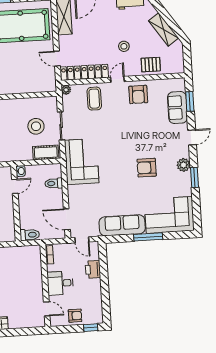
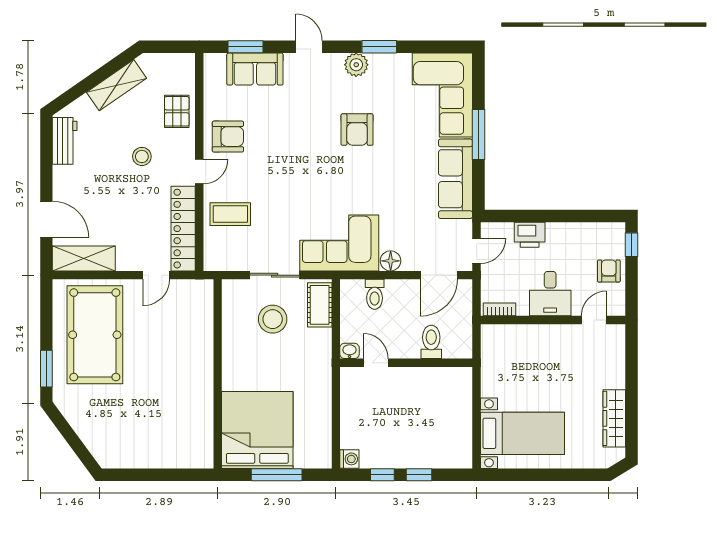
door: (117, 79) -> (199, 171), swing flipped
plant: (66, 90) -> (212, 262), removed
floor lamp: (73, 191) -> (391, 261), added
toilet: (30, 235) -> (431, 342), moved

